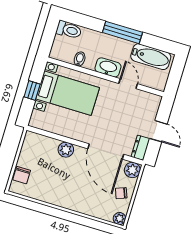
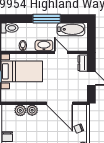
dresser: (140, 148) -> (83, 63), moved
plant: (132, 170) -> (20, 110), moved

